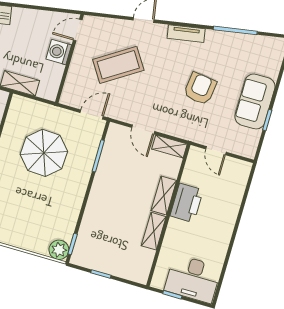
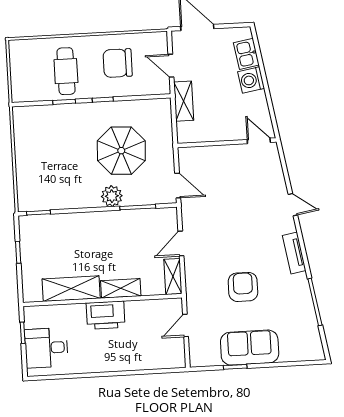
washing machine: (59, 52) -> (251, 80), moved, turned -100
coffee table: (118, 65) -> (238, 195), removed
armchair: (200, 89) -> (243, 287), turned -97
printer: (187, 203) -> (106, 315), moved
shelving: (154, 231) -> (71, 289), width x1.50, depth x1.33
plant: (59, 250) -> (112, 196), moved
desk: (193, 279) -> (46, 348), width x0.73

